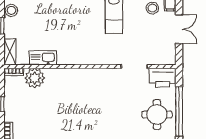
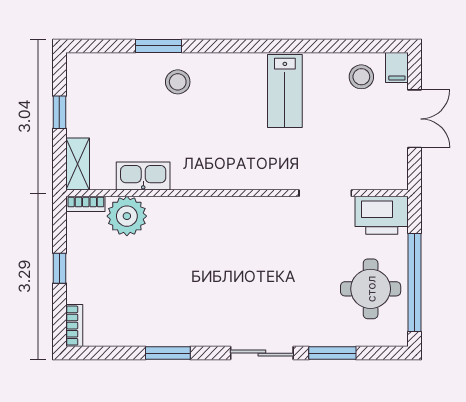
stool: (11, 10) -> (178, 82), moved

